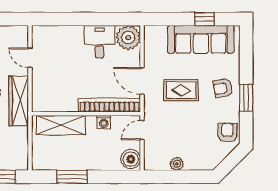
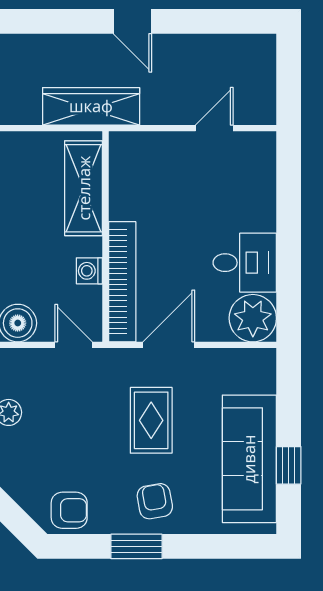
wardrobe: (19, 101) -> (91, 106), moved

